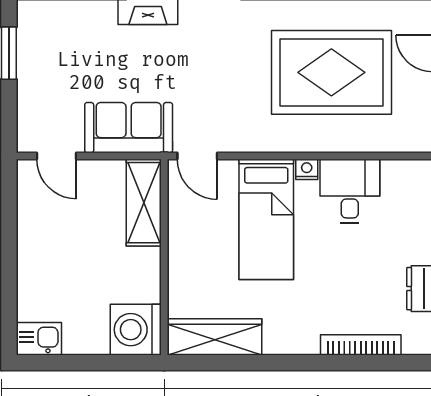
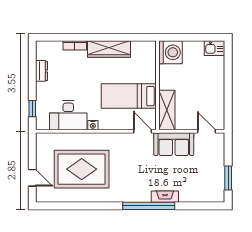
desk: (350, 191) -> (68, 115), width x1.37
bed: (266, 219) -> (129, 96), moved, turned -90
wardrobe: (214, 337) -> (109, 49), moved
bookcase: (361, 345) -> (75, 45), width x0.64

